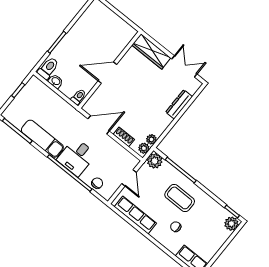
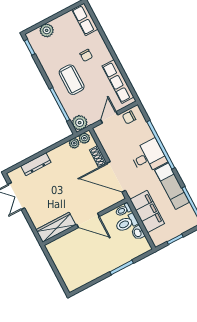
wardrobe: (151, 51) -> (56, 227), moved, turned -90
toilet: (48, 68) -> (127, 223), moved
filing cabinet: (55, 105) -> (147, 211), added
door: (99, 125) -> (116, 177), width x1.36
chair: (97, 183) -> (129, 117), moved
plant: (231, 224) -> (47, 30), moved

